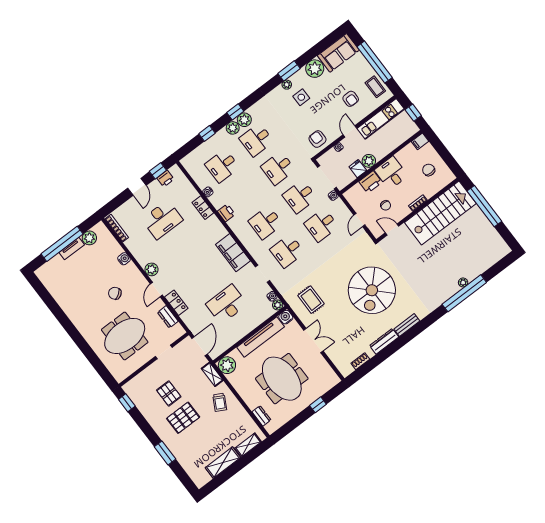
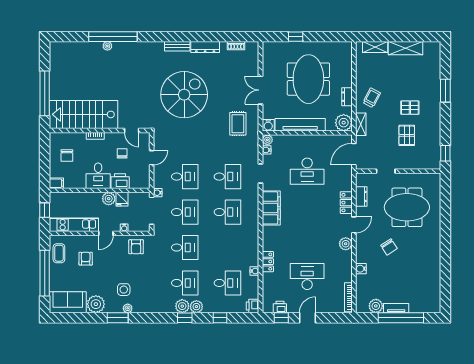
printer: (226, 213) -> (253, 306), moved
dresser: (261, 416) -> (347, 97), moved
pallet: (183, 418) -> (410, 108), width x0.67, depth x0.71

